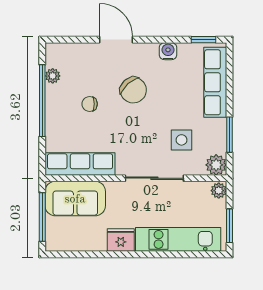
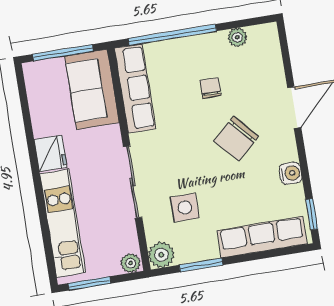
window: (42, 101) -> (172, 35), moved

